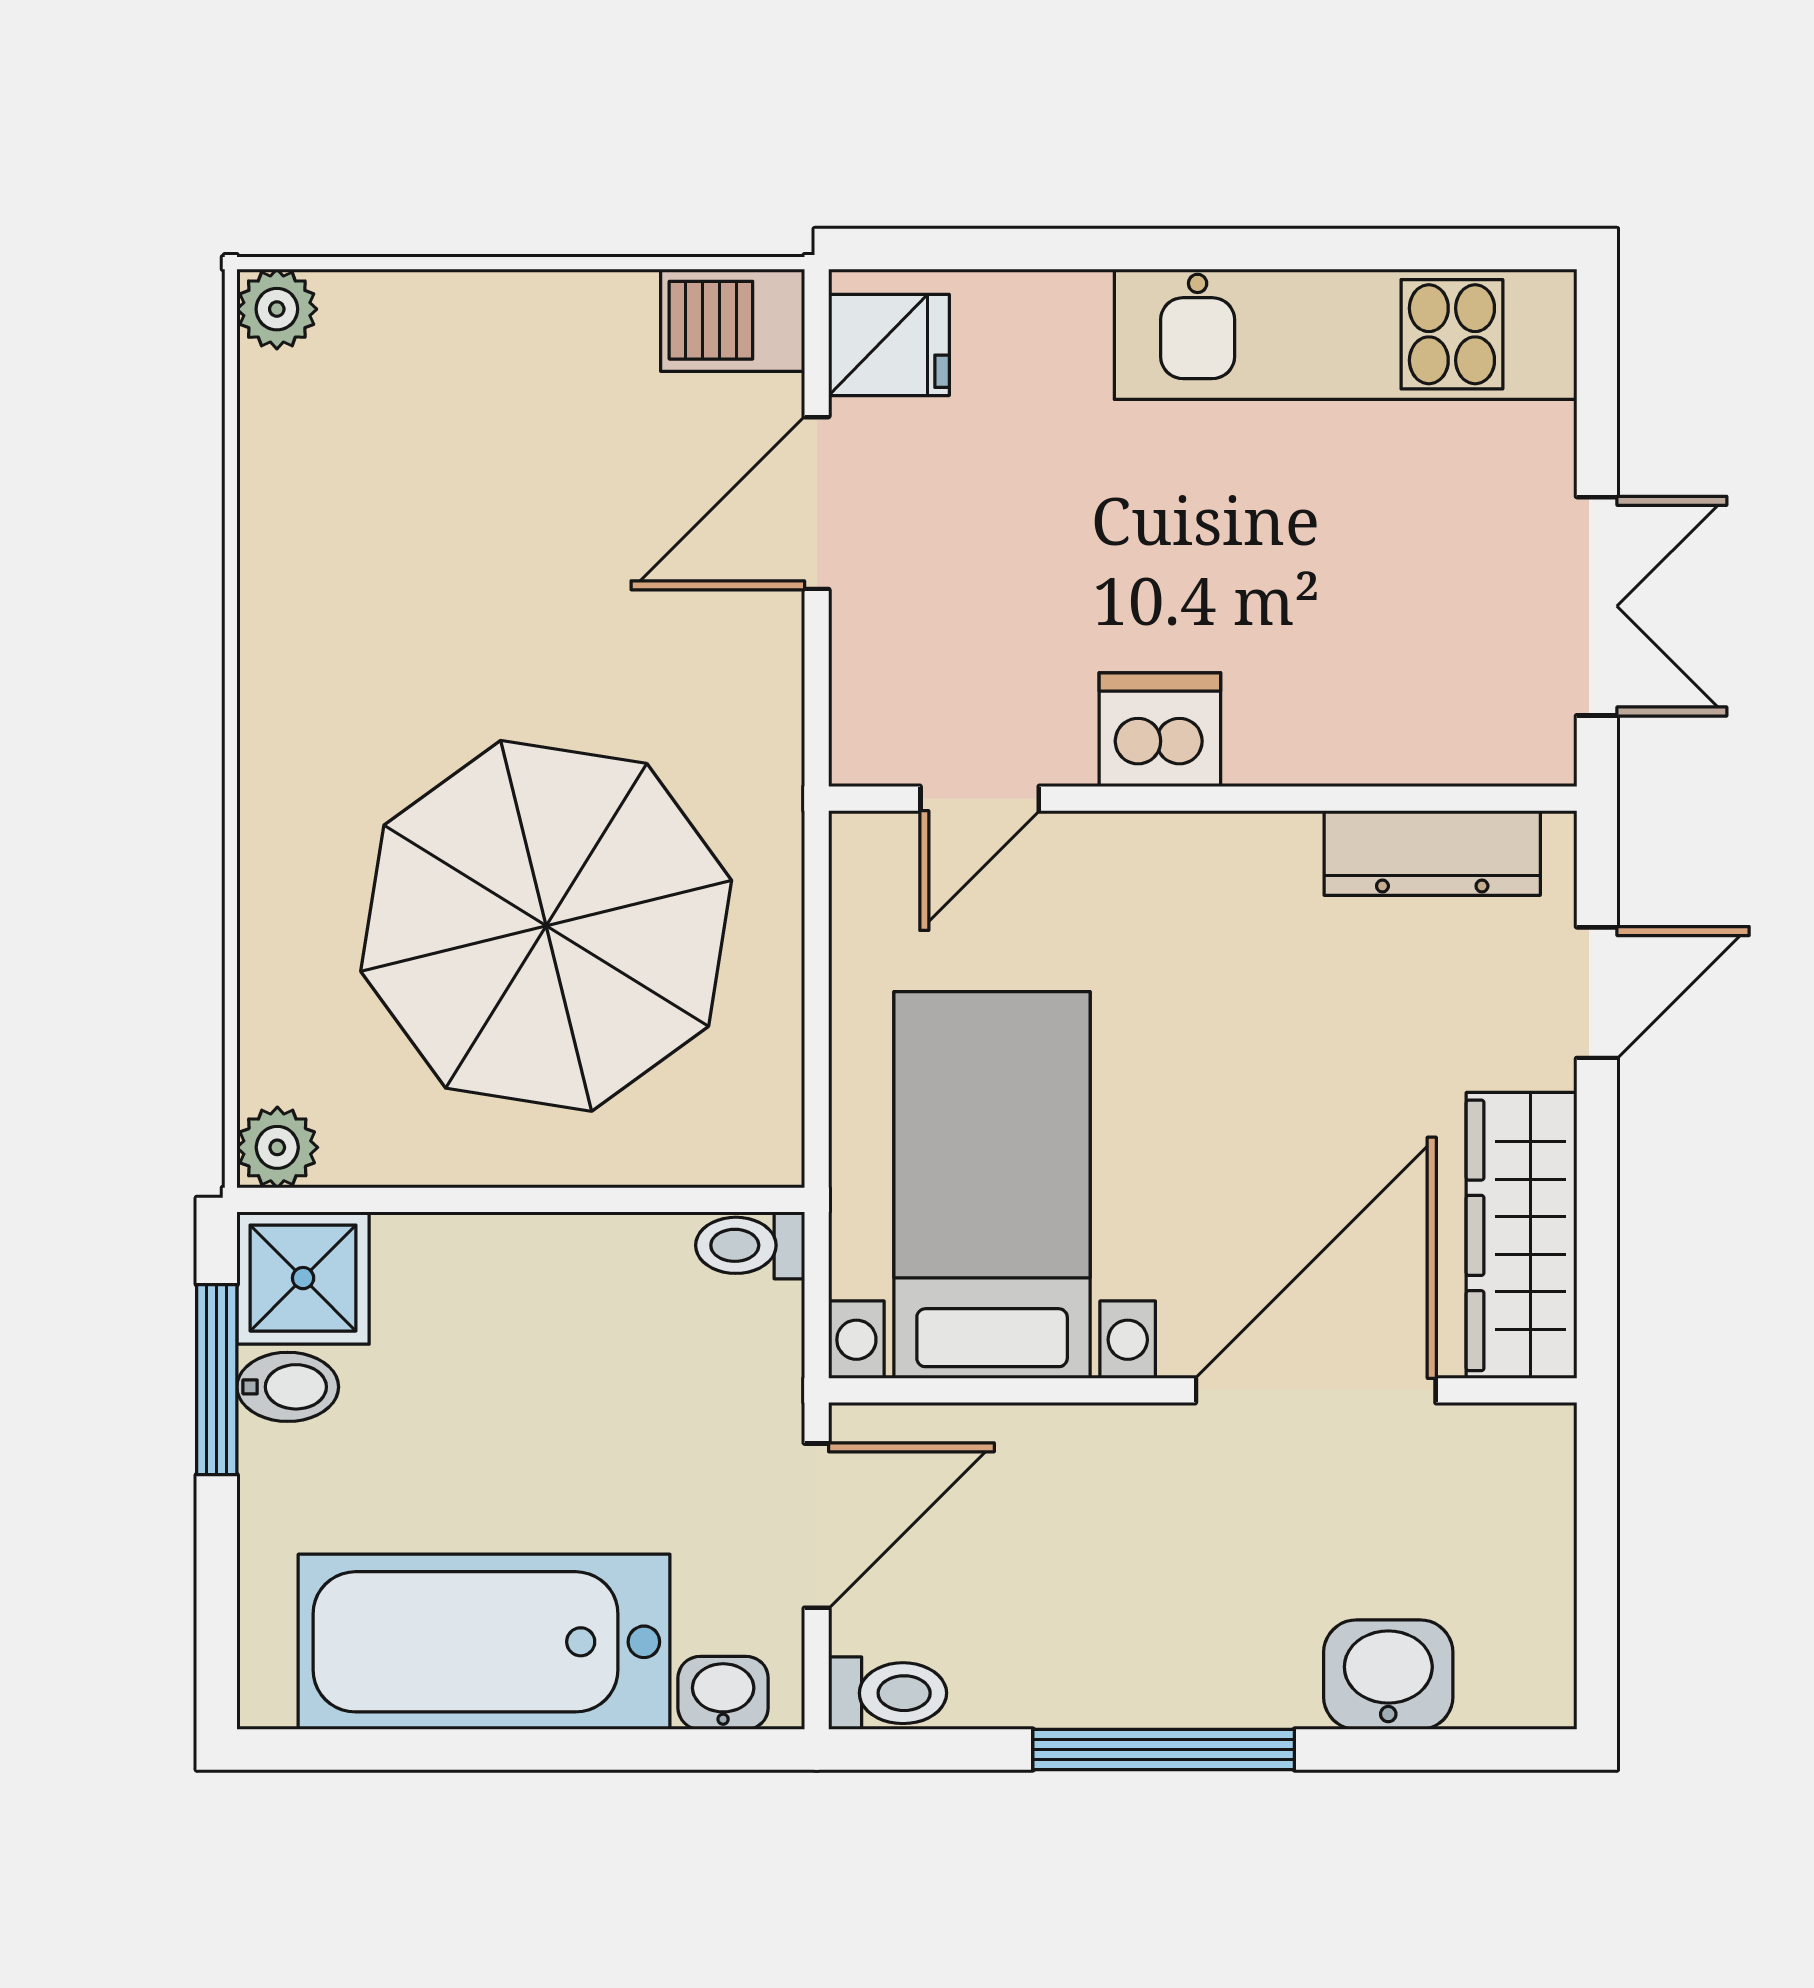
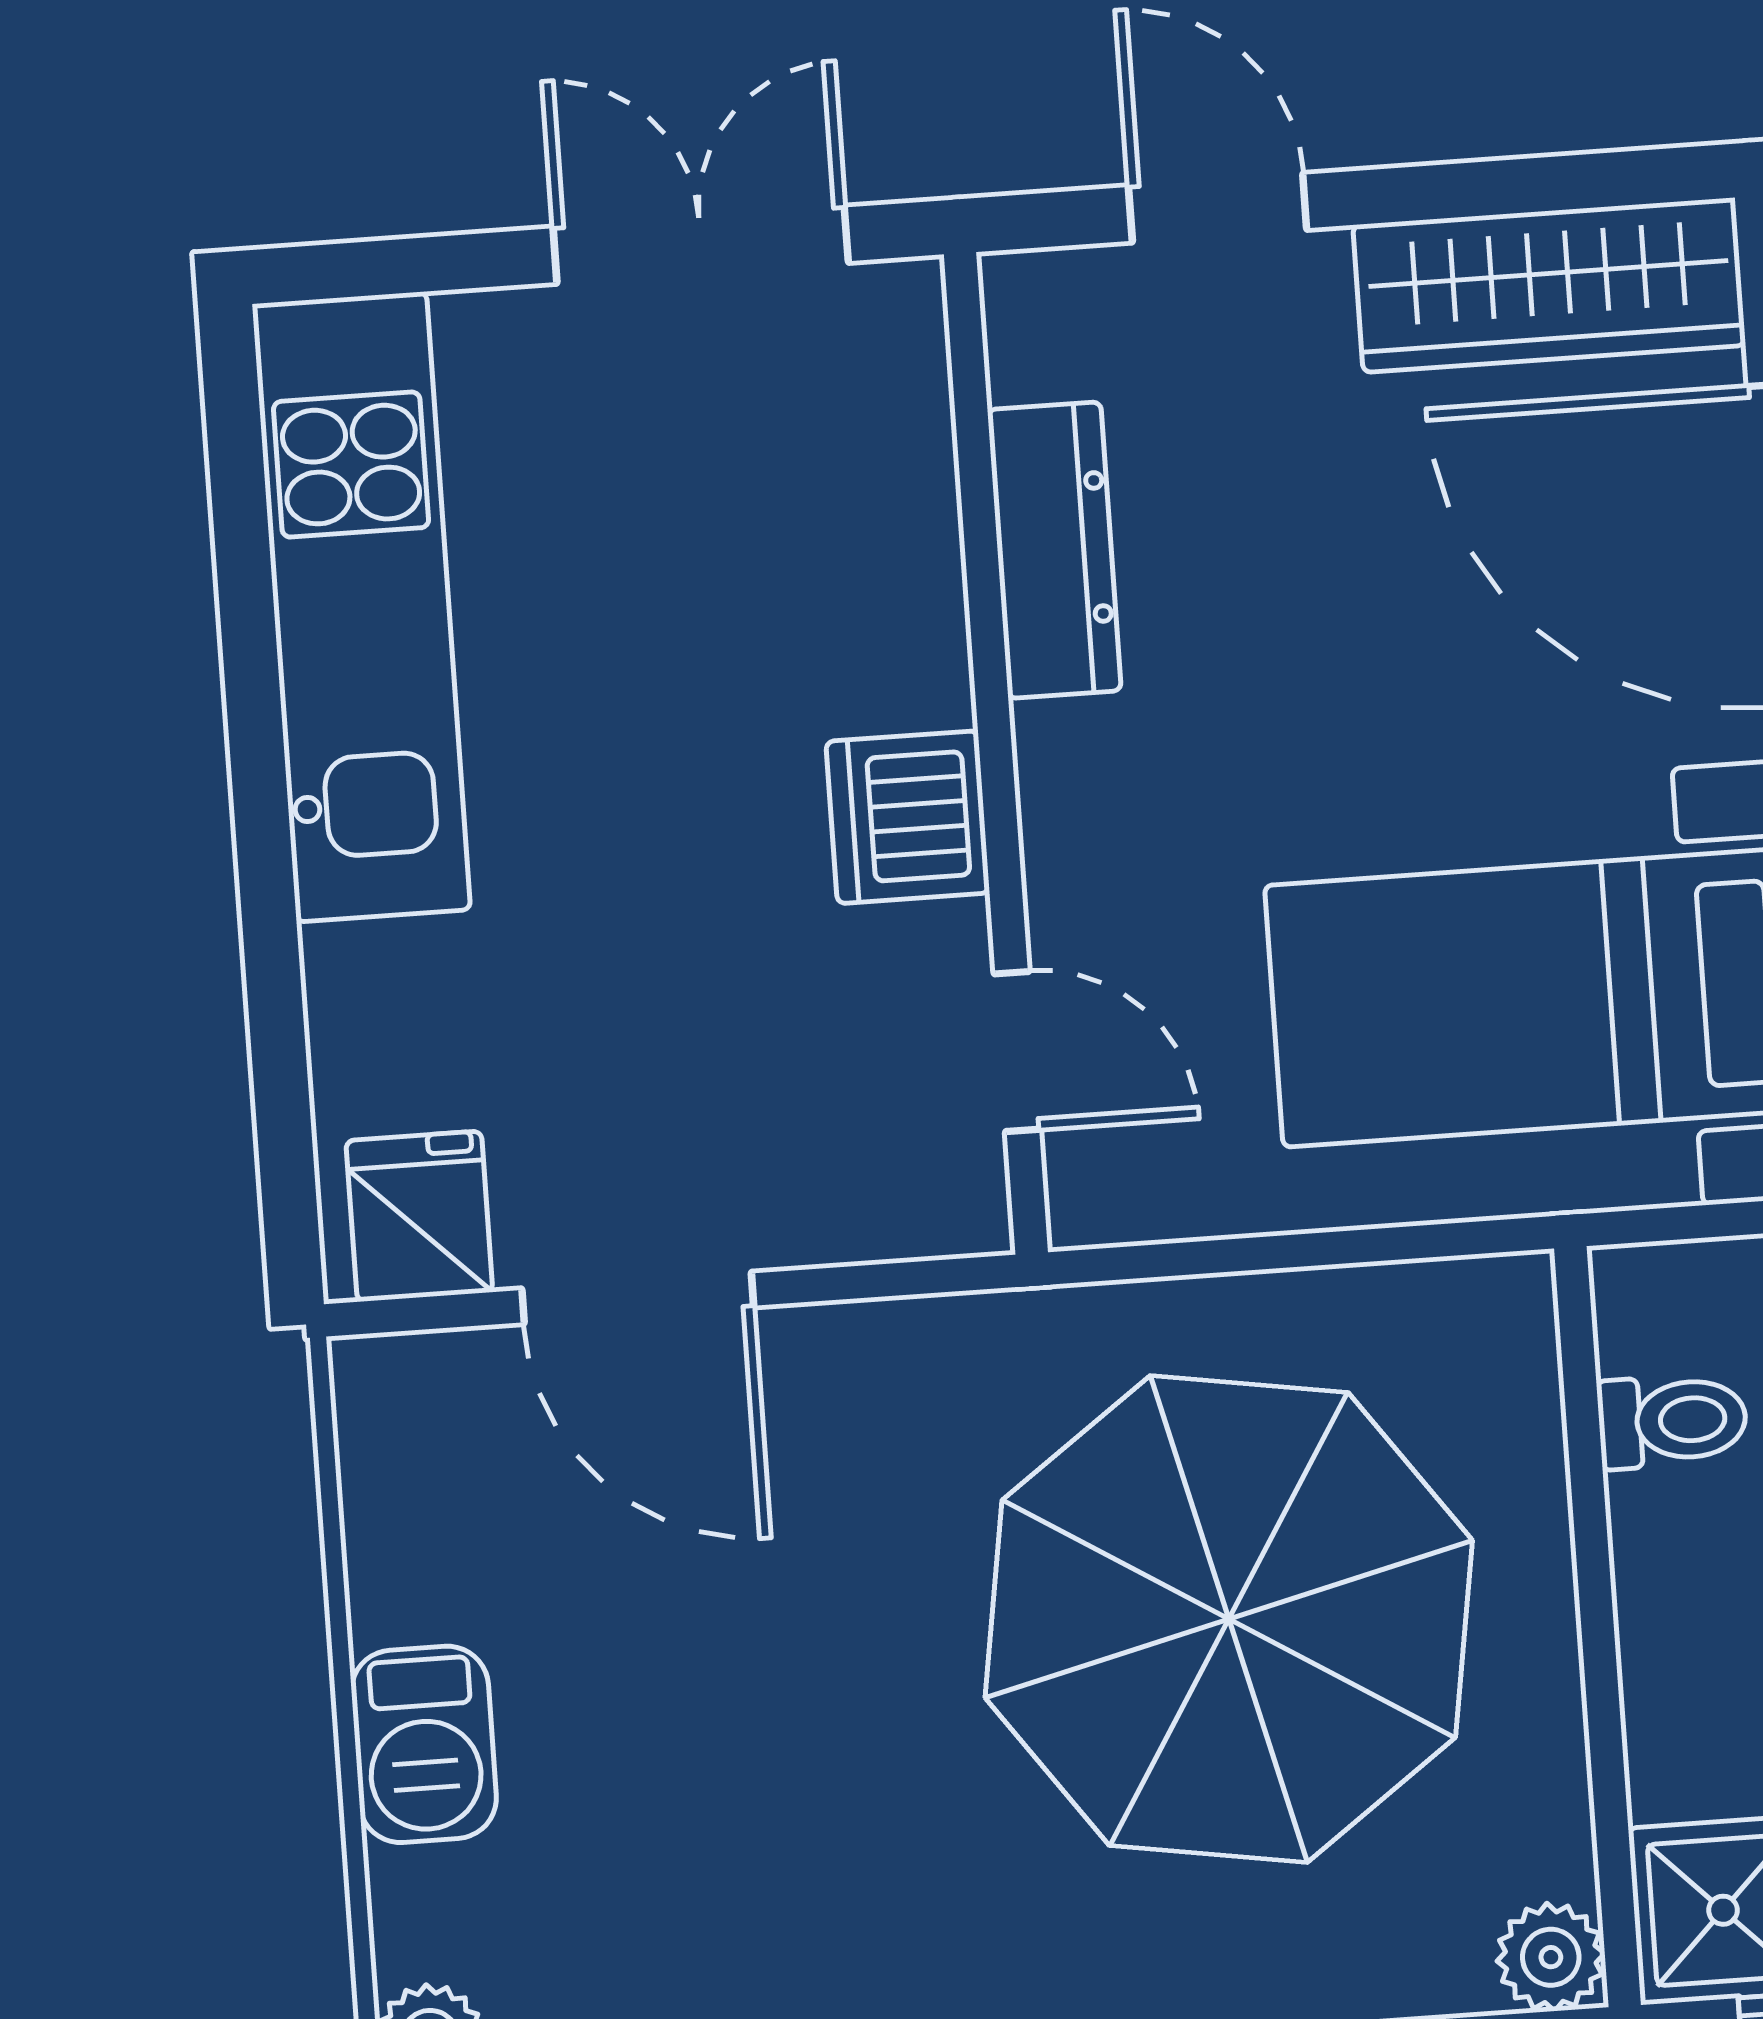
barbecue: (733, 320) -> (424, 1744), moved
dresser: (1432, 853) -> (1054, 550), moved
toilet: (750, 1245) -> (1672, 1421), moved, turned -90

